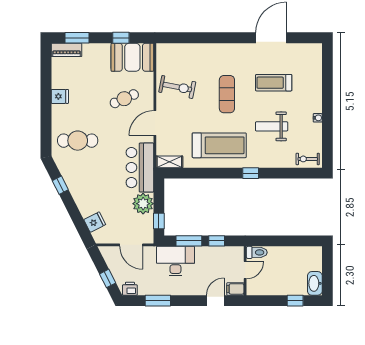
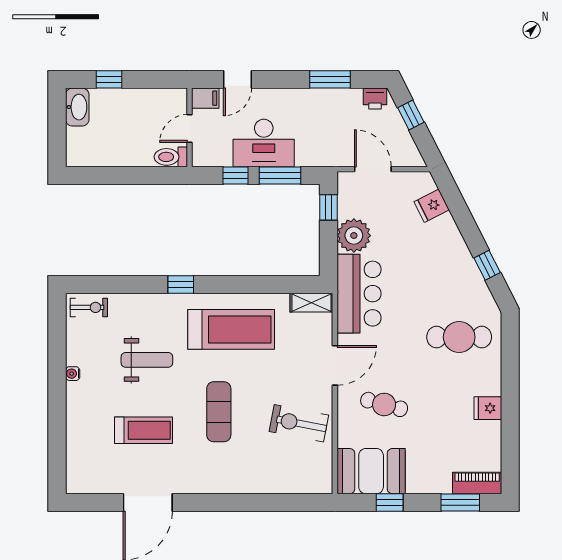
cafe table: (124, 99) -> (384, 404), turned 39
treadmill: (219, 145) -> (231, 329), turned 180
desk: (175, 261) -> (264, 143), moved

